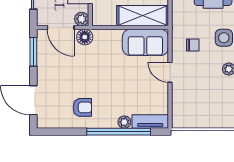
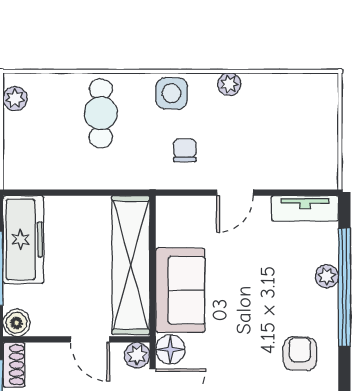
shelving: (143, 16) -> (131, 265), width x1.47
sofa: (145, 42) -> (180, 290), moved
tv unit: (150, 121) -> (305, 208), moved, turned -90

